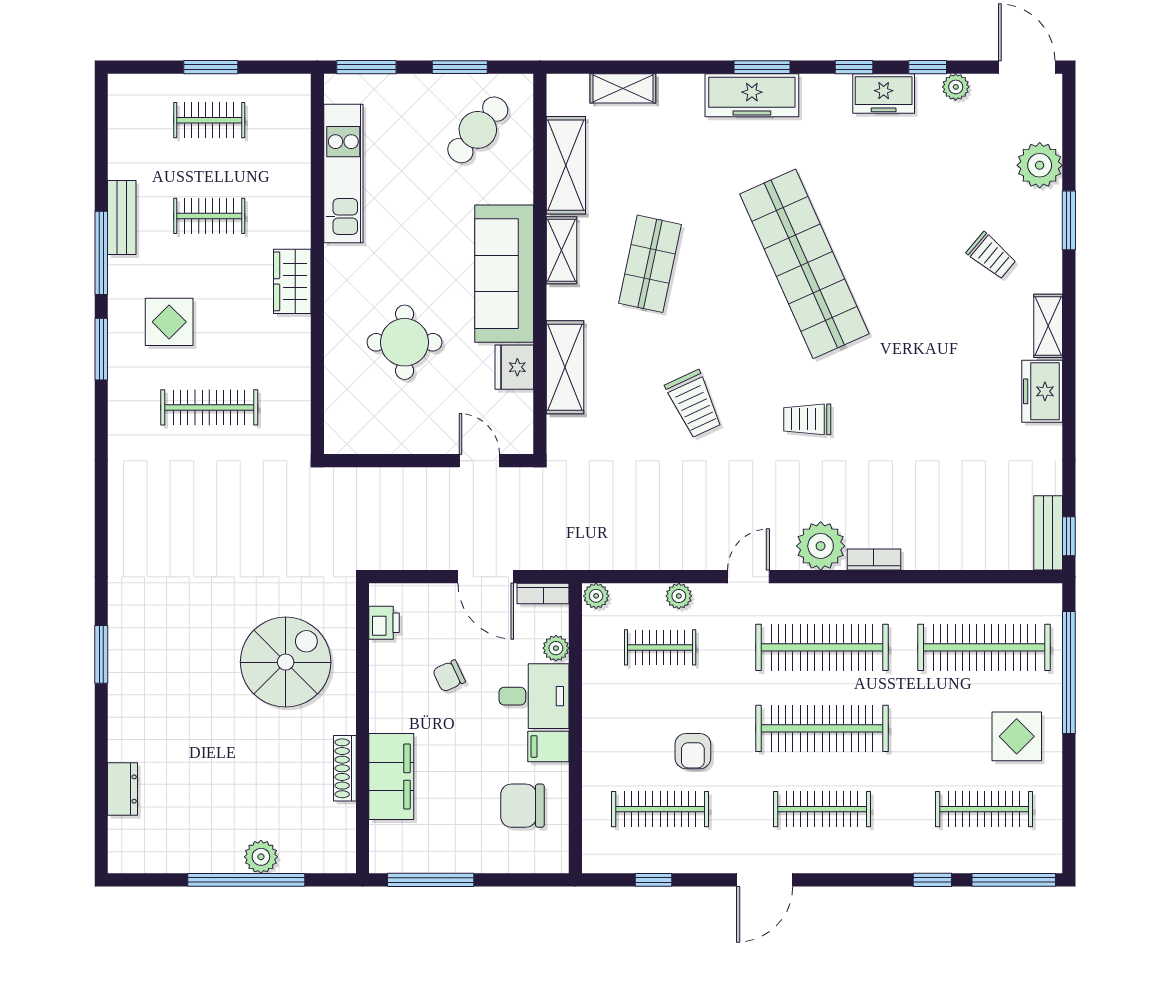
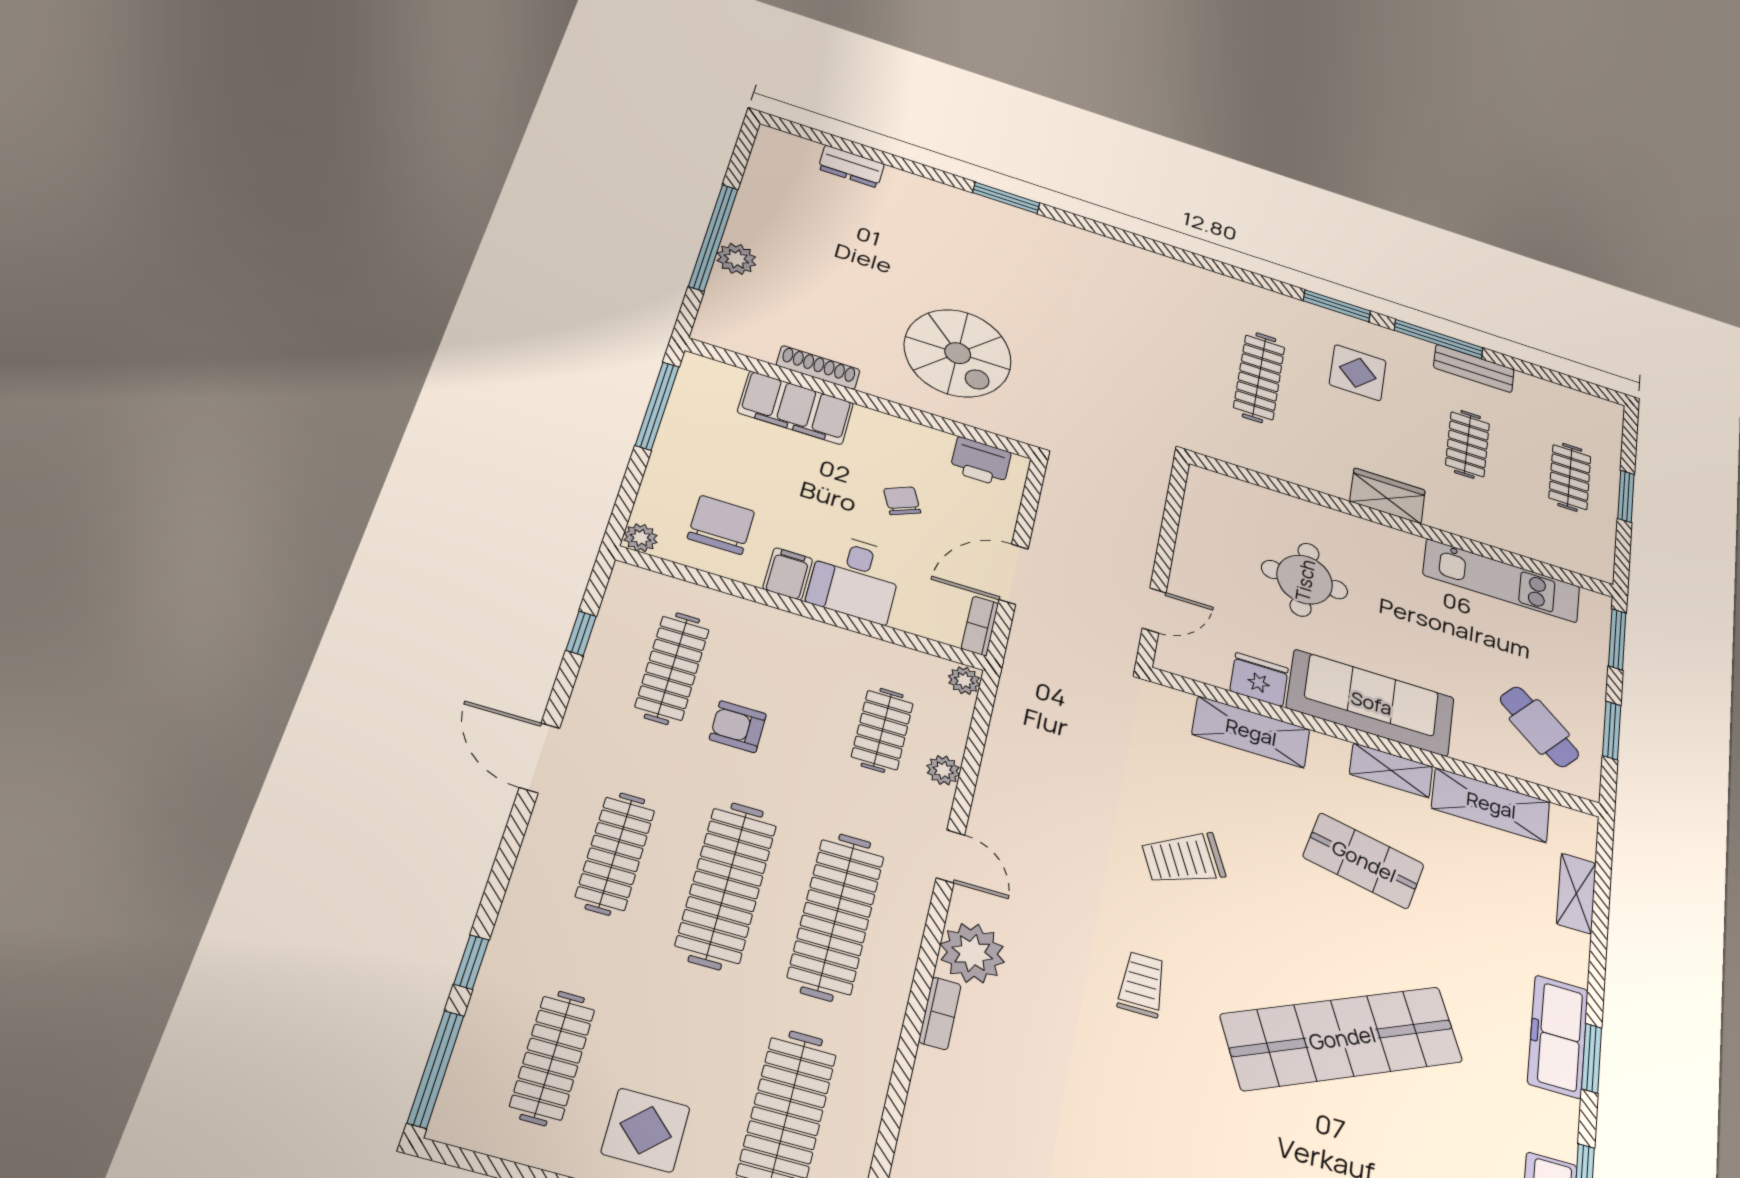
printer: (384, 623) -> (981, 462), width x1.36, depth x1.24
plant: (556, 648) -> (641, 538), moved

